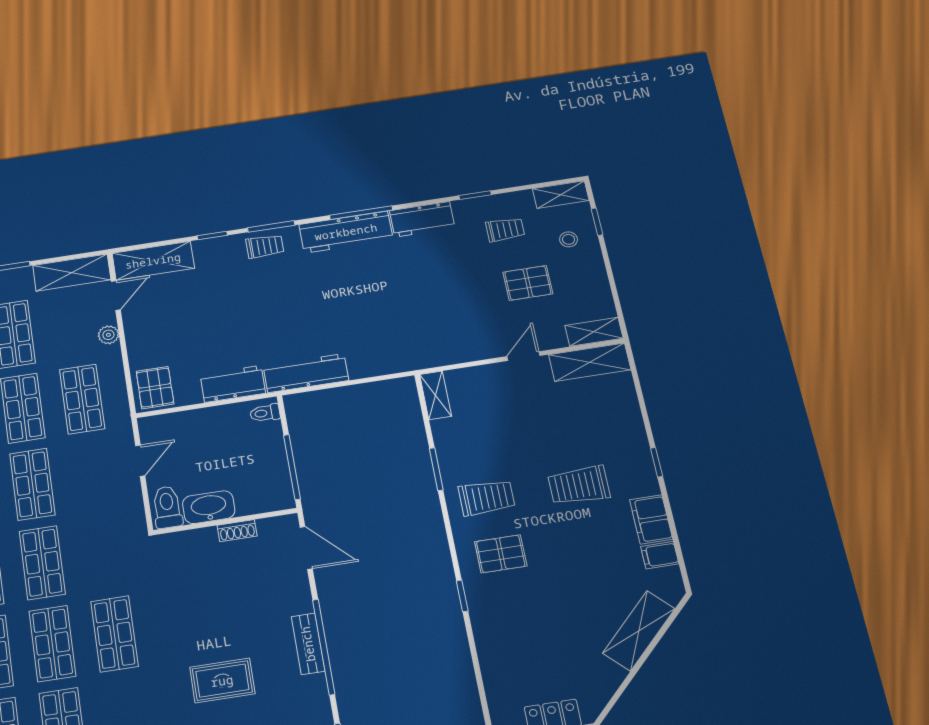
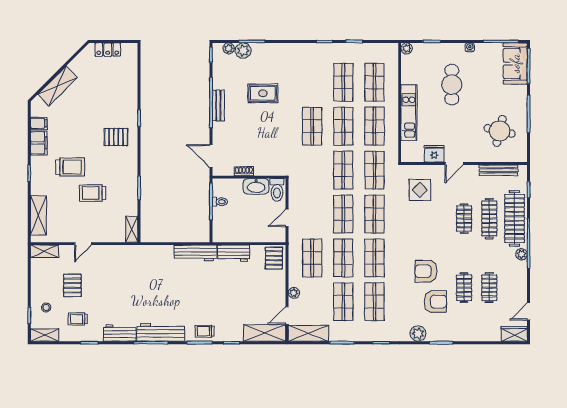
pallet: (528, 283) -> (72, 285), turned 90
shelving: (590, 362) -> (38, 215), moved, turned 90
toilet: (265, 413) -> (220, 202), moved
trolley: (487, 498) -> (93, 193), moved

